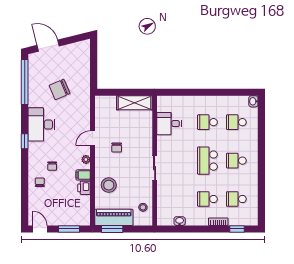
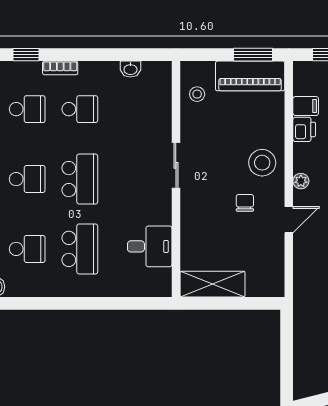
school desk: (207, 122) -> (80, 249), width x1.85
filing cabinet: (83, 175) -> (306, 106), moved
stool: (109, 185) -> (262, 163), moved

